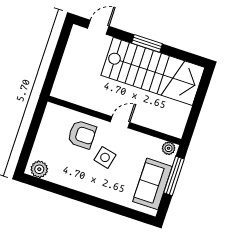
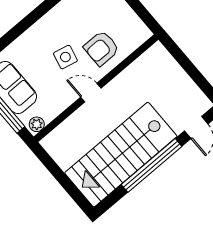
window: (147, 43) -> (152, 165), width x2.11
door: (120, 122) -> (91, 93), swing flipped

